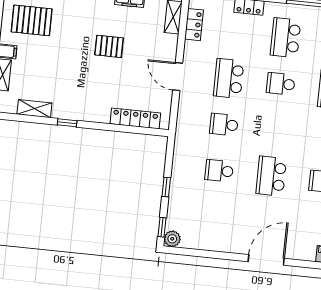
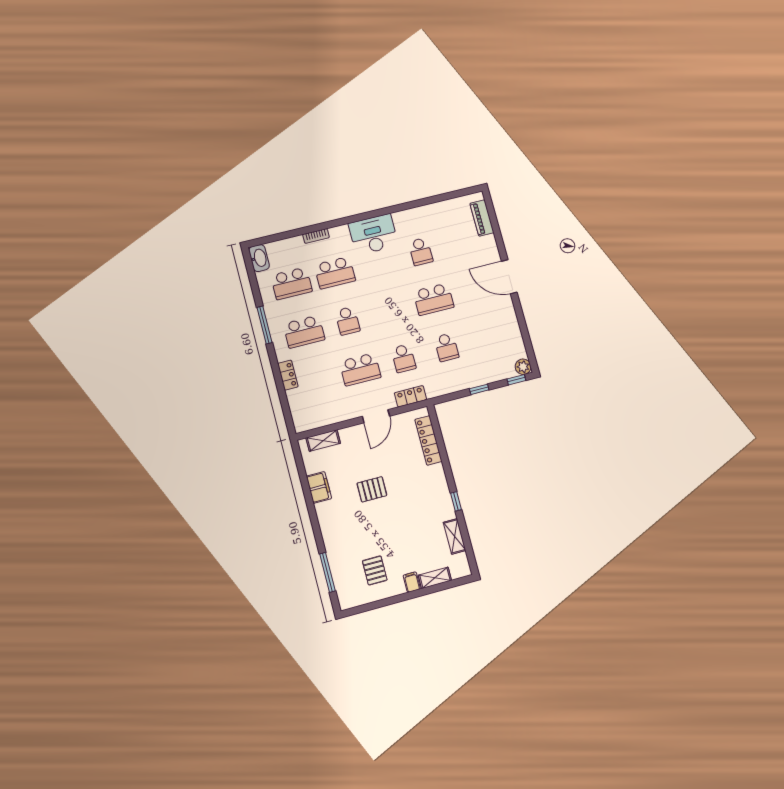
pallet: (32, 20) -> (375, 570), width x0.67, depth x0.71
locker: (194, 25) -> (411, 396), moved
pallet: (109, 46) -> (372, 489), turned 90

